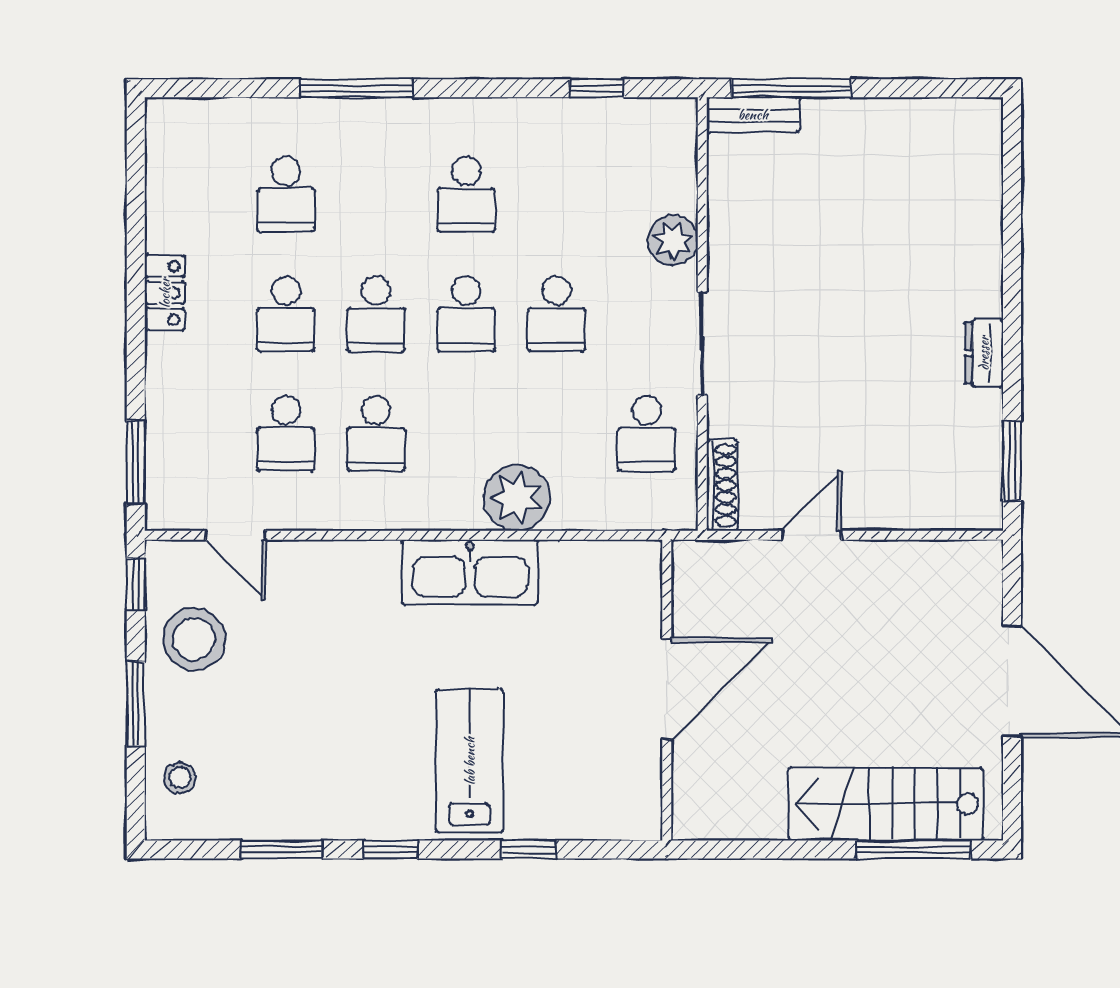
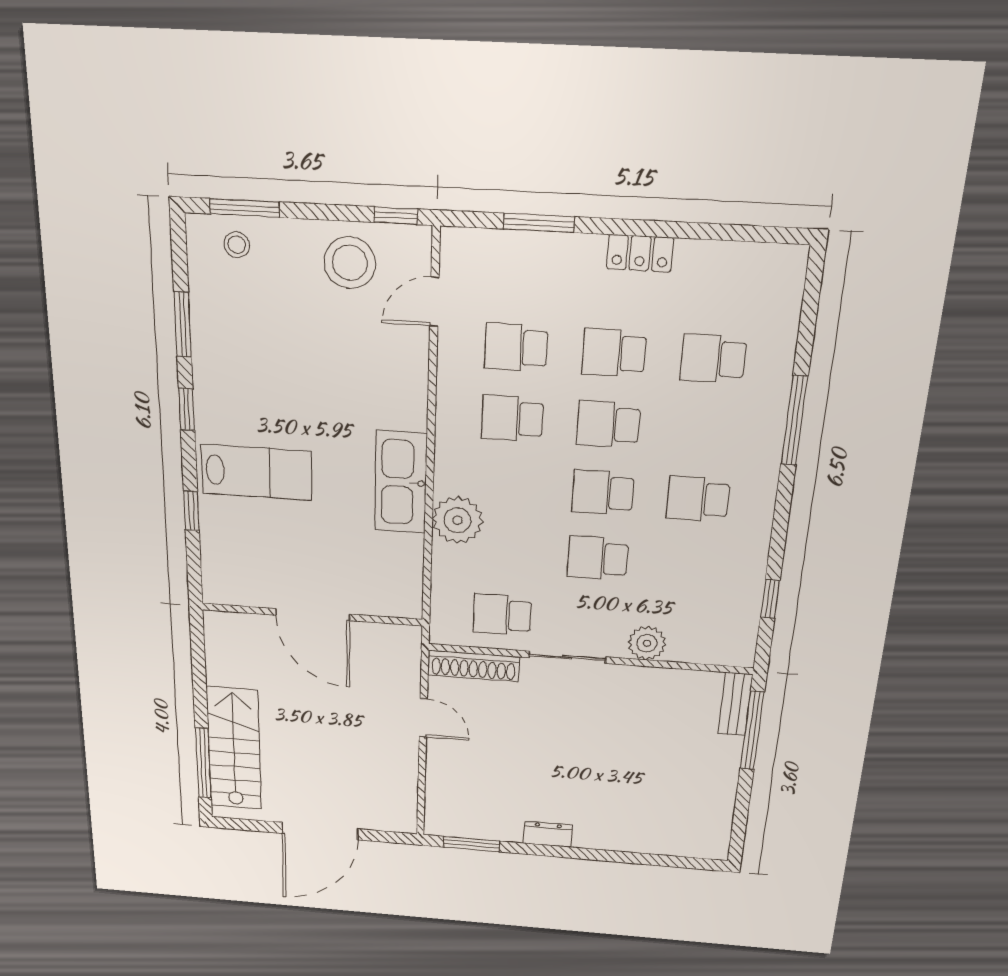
window: (136, 462) -> (539, 223), moved
shoe rack: (722, 485) -> (473, 666), width x1.36, depth x1.24
window: (136, 704) -> (244, 208), moved

